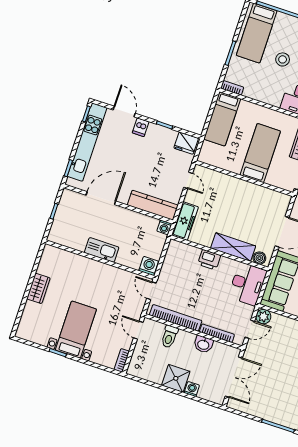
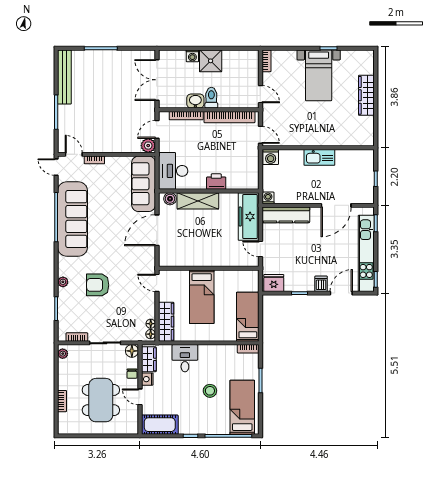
door: (124, 112) -> (341, 293), swing flipped
freezer: (185, 221) -> (249, 217), width x1.36, depth x1.26
wardrobe: (38, 288) -> (366, 95), width x1.50
toilet: (169, 337) -> (211, 98), moved

